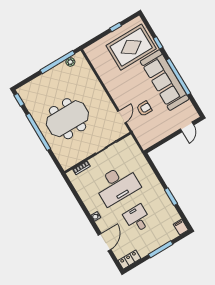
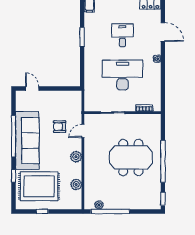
plant: (100, 68) -> (76, 184), added
plant: (115, 91) -> (76, 157), added
door: (187, 127) -> (32, 89), hinge flipped
desk: (137, 219) -> (123, 35), turned 180
door: (105, 242) -> (163, 32), swing flipped

